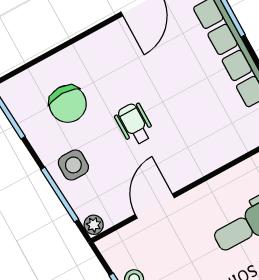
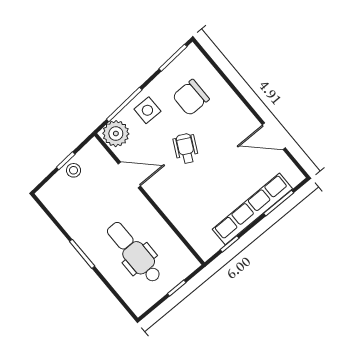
wheelchair: (134, 124) -> (186, 148), turned -63
plant: (94, 225) -> (116, 134), width x1.88, depth x1.88

